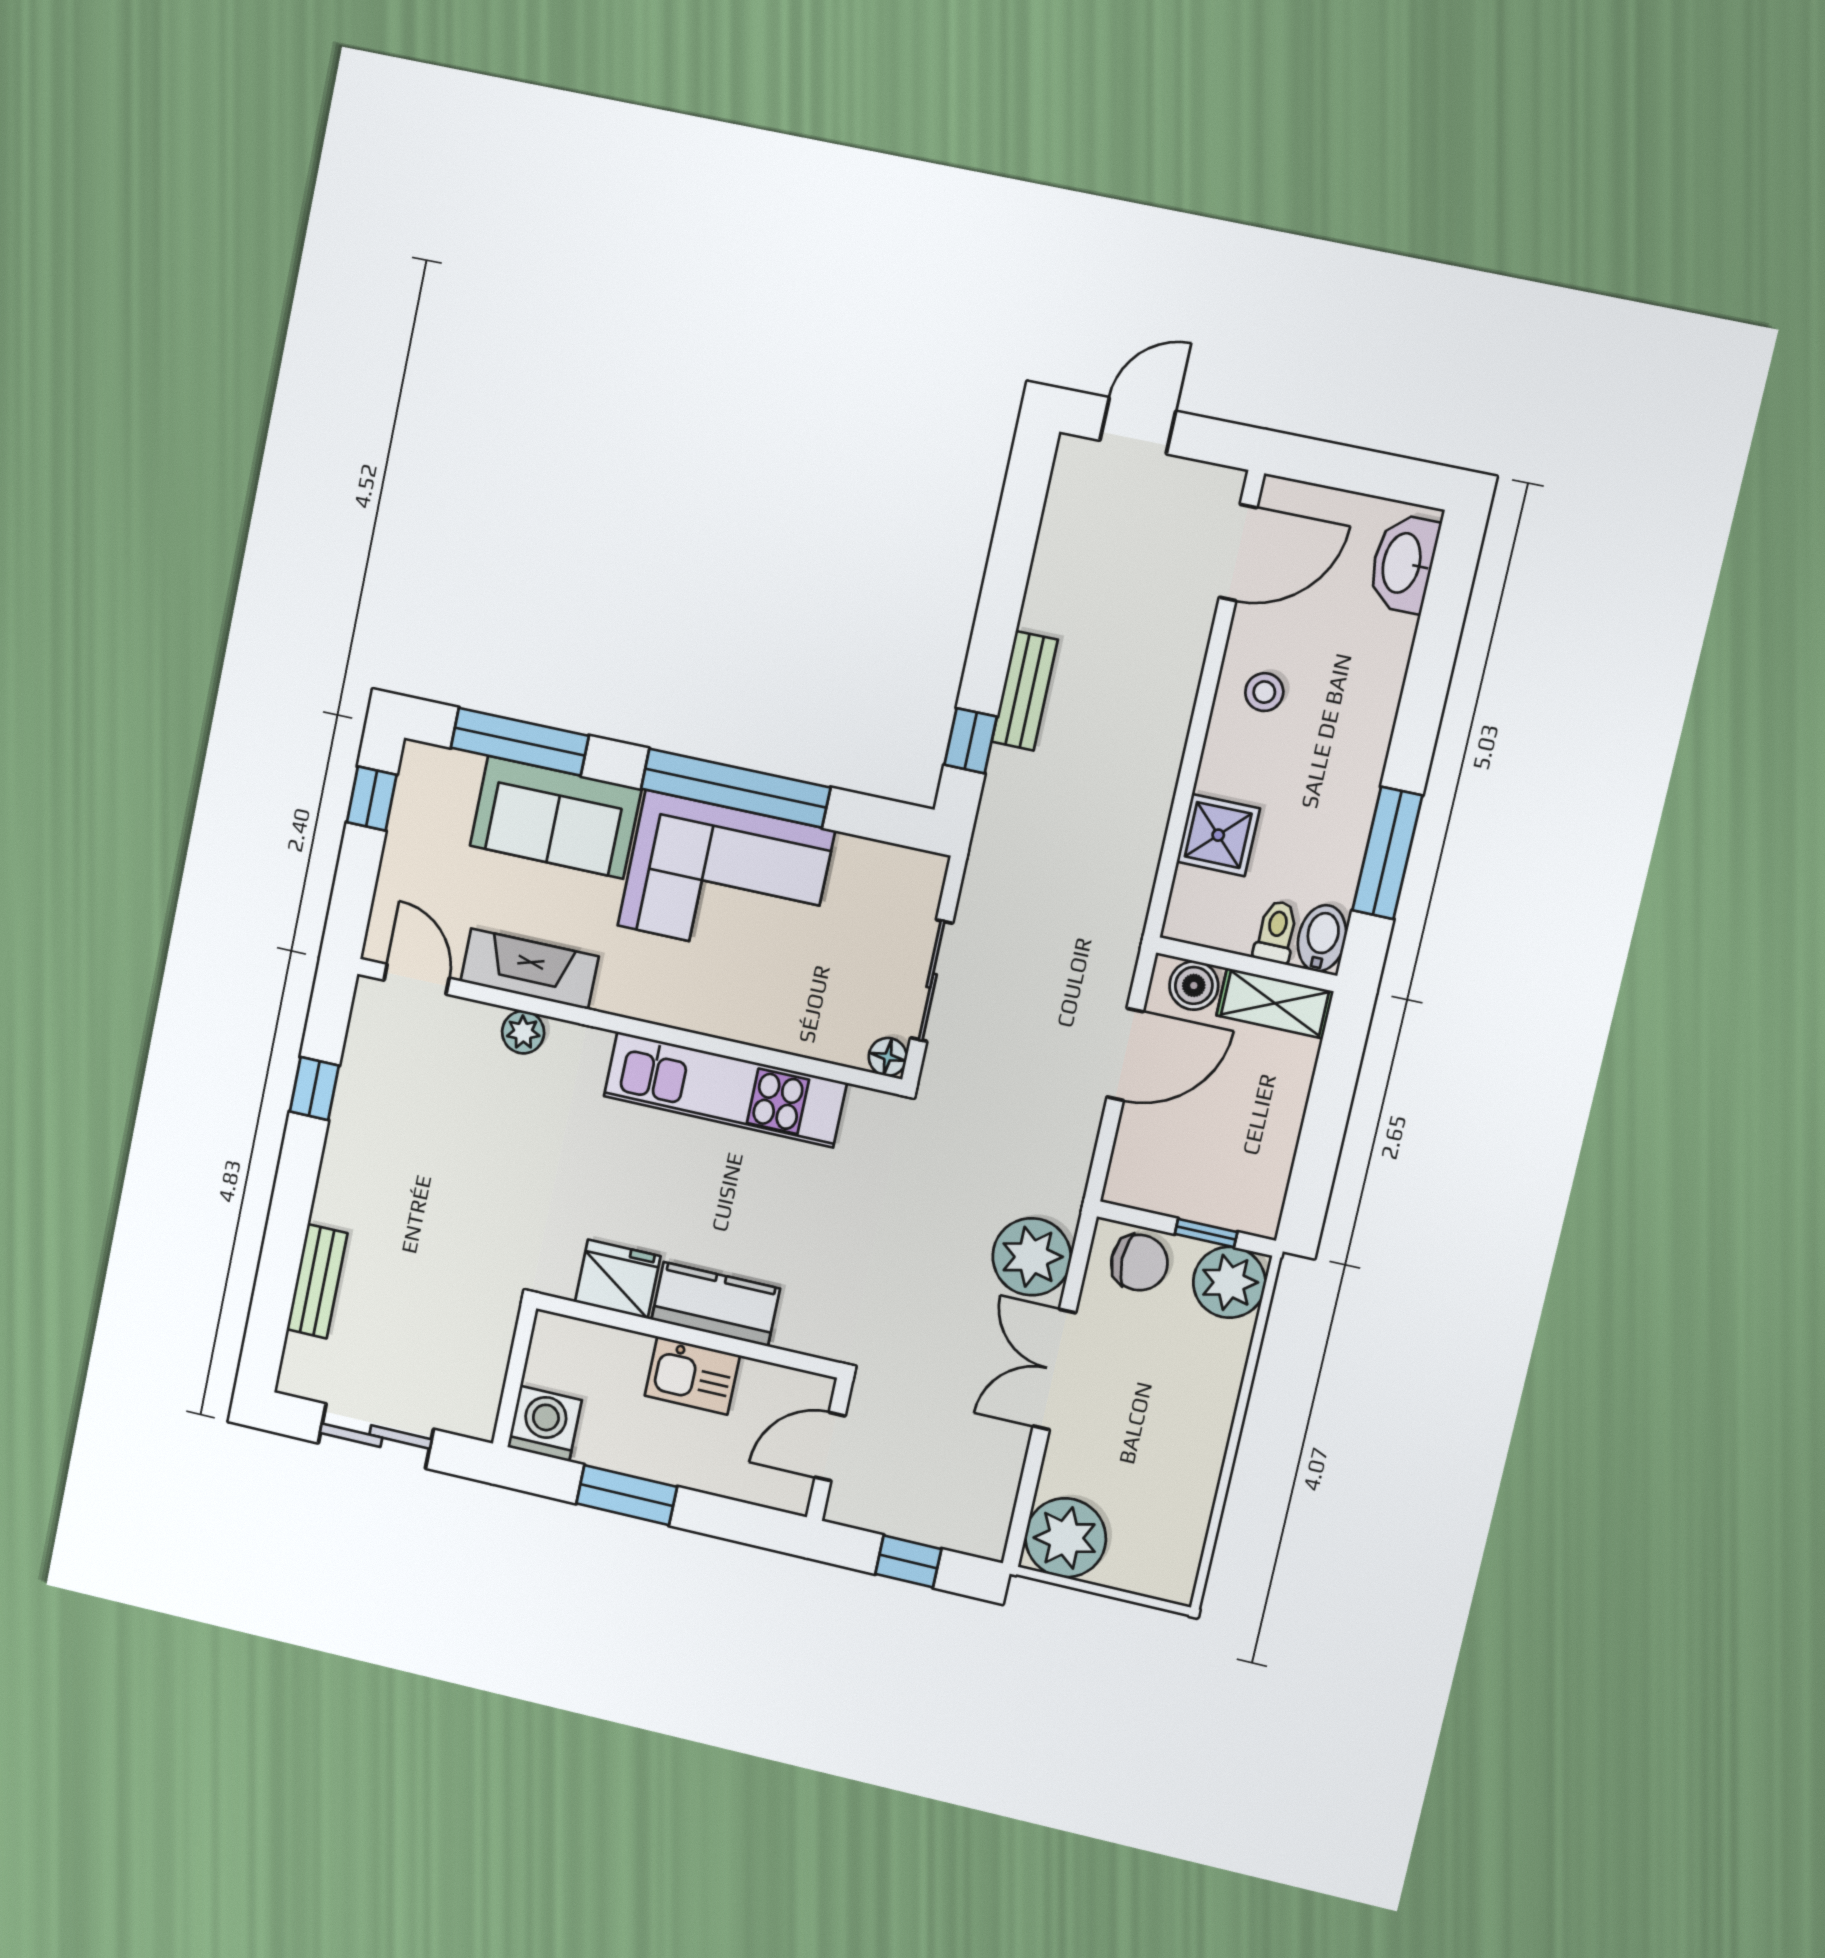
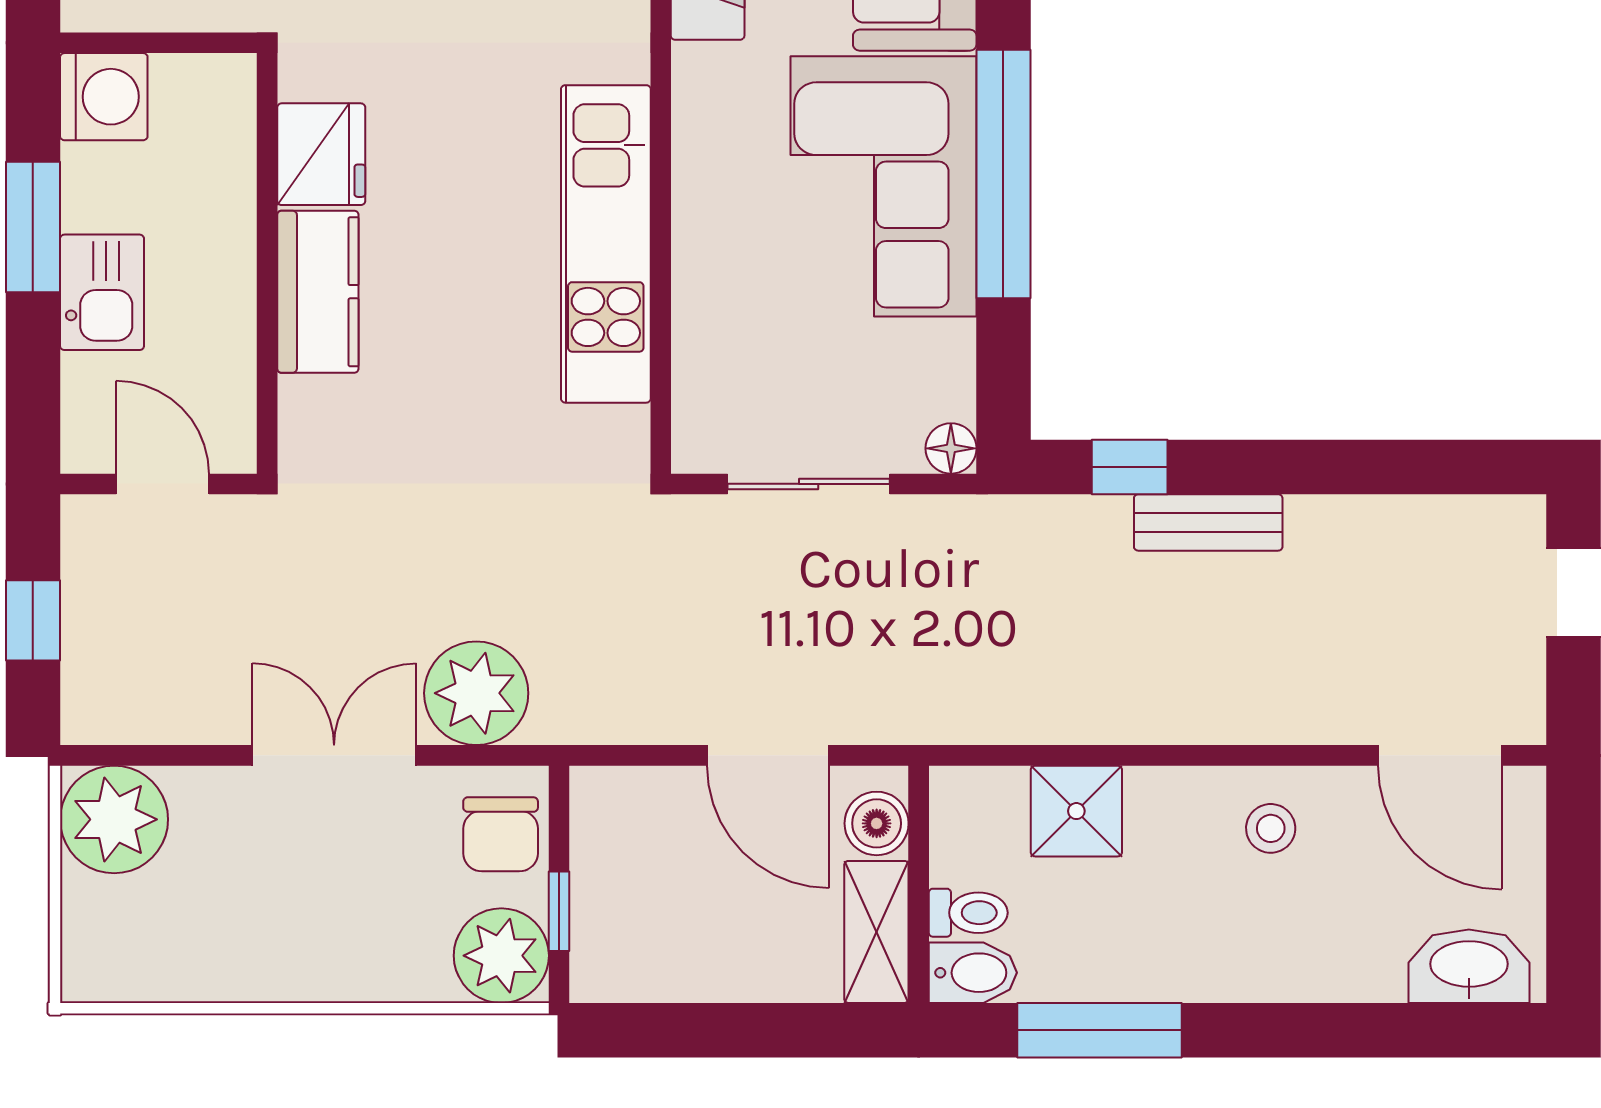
floor lamp: (888, 1057) -> (951, 448), moved
kitchen sink: (692, 1376) -> (102, 292), moved, turned 180

